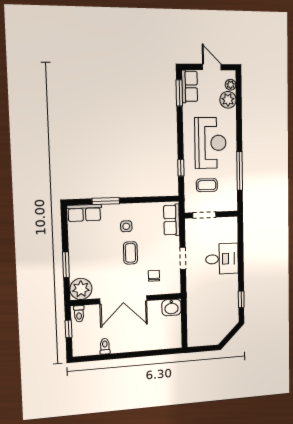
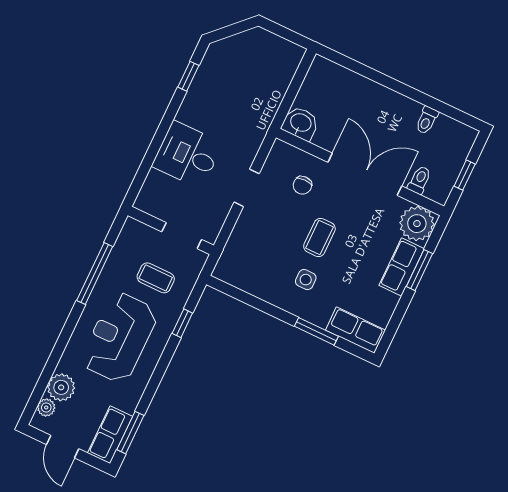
row of seats: (172, 220) -> (402, 267), moved, turned 180
toilet: (79, 314) -> (419, 180), moved

